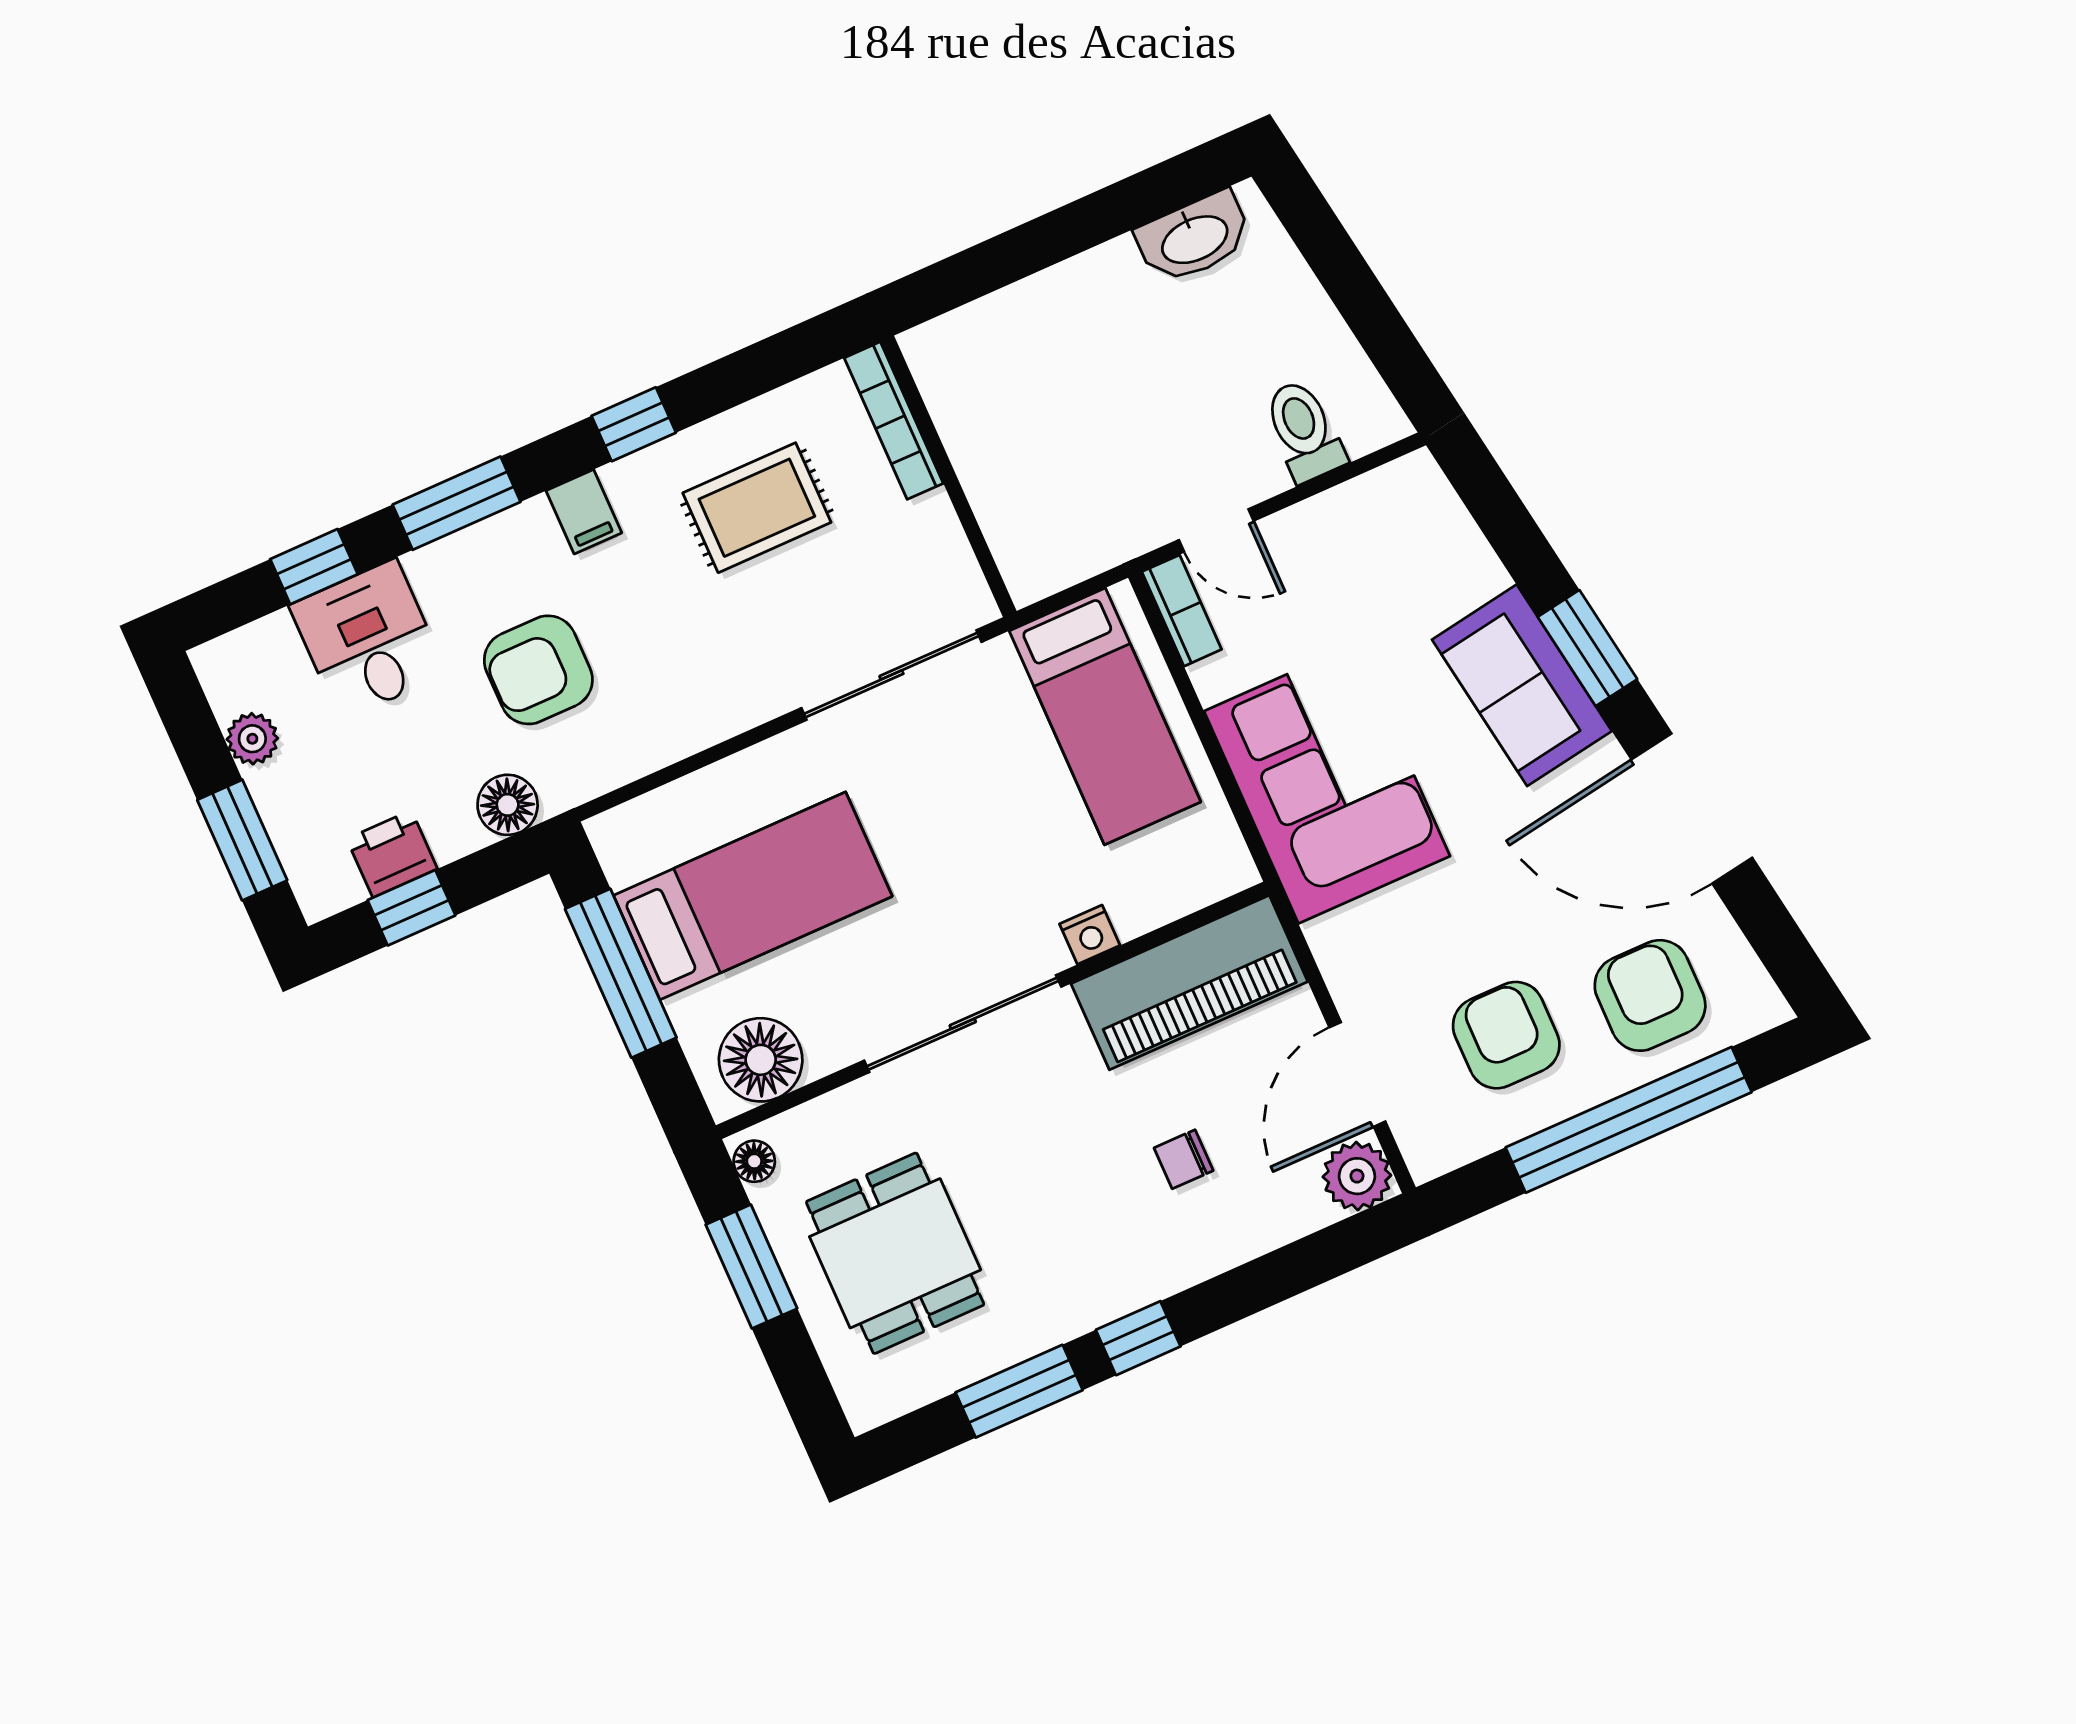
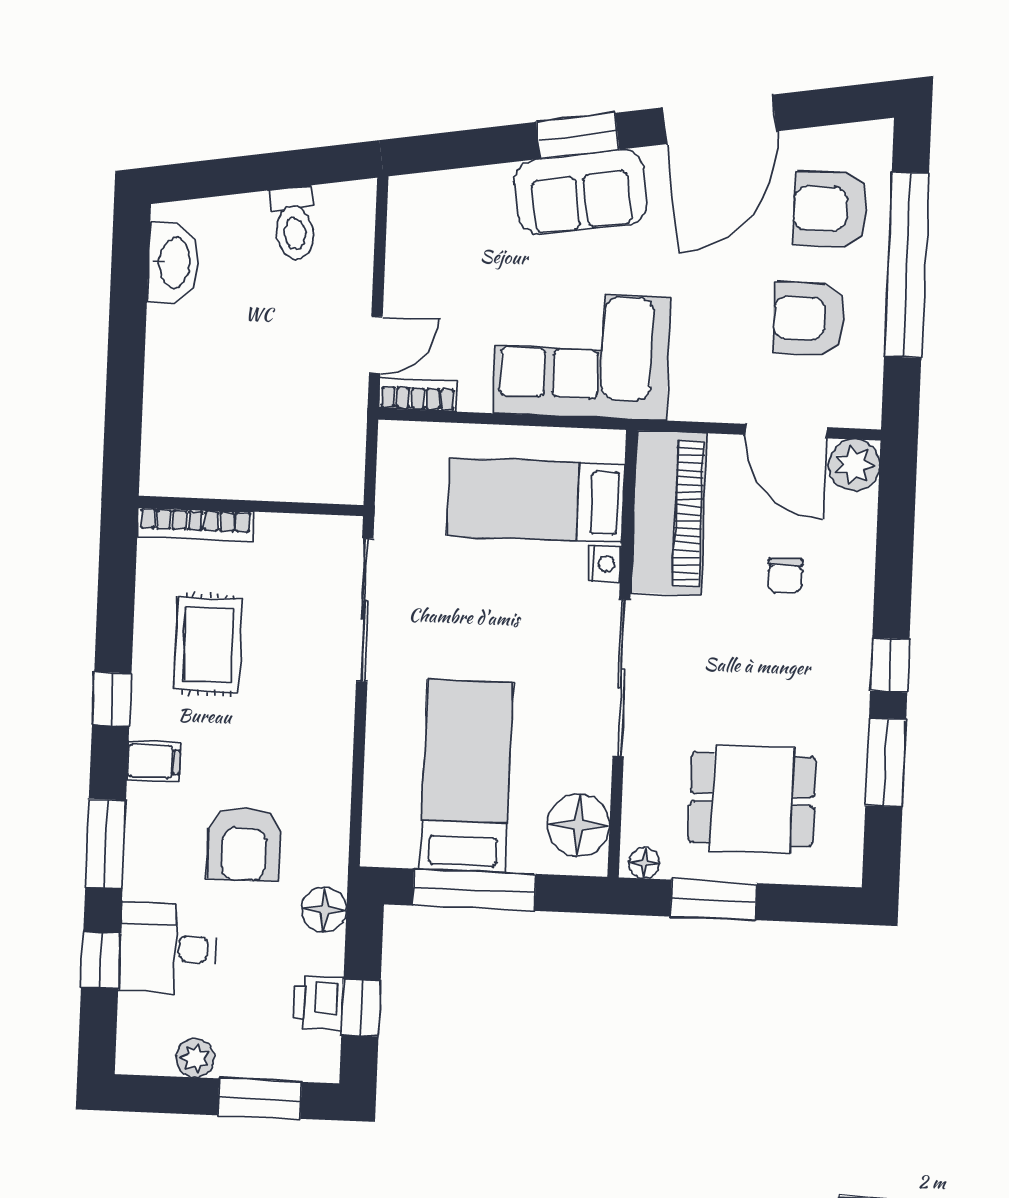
toilet: (1304, 431) -> (294, 223), moved, turned -99
bed: (1105, 716) -> (536, 500), moved, turned 180

